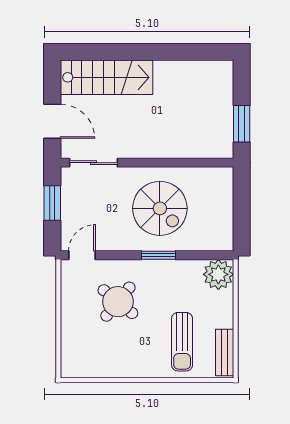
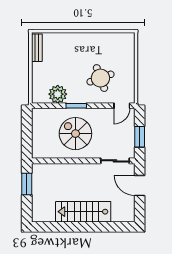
stairs: (106, 77) -> (83, 212), moved
plant: (218, 274) -> (58, 94), moved
round table: (118, 302) -> (100, 78), turned 31
sun lounger: (182, 342) -> (62, 54), removed

